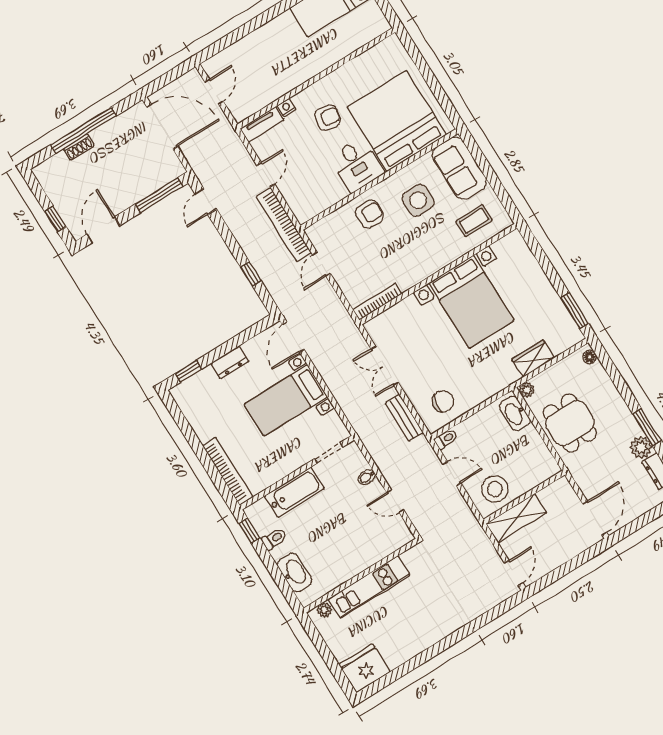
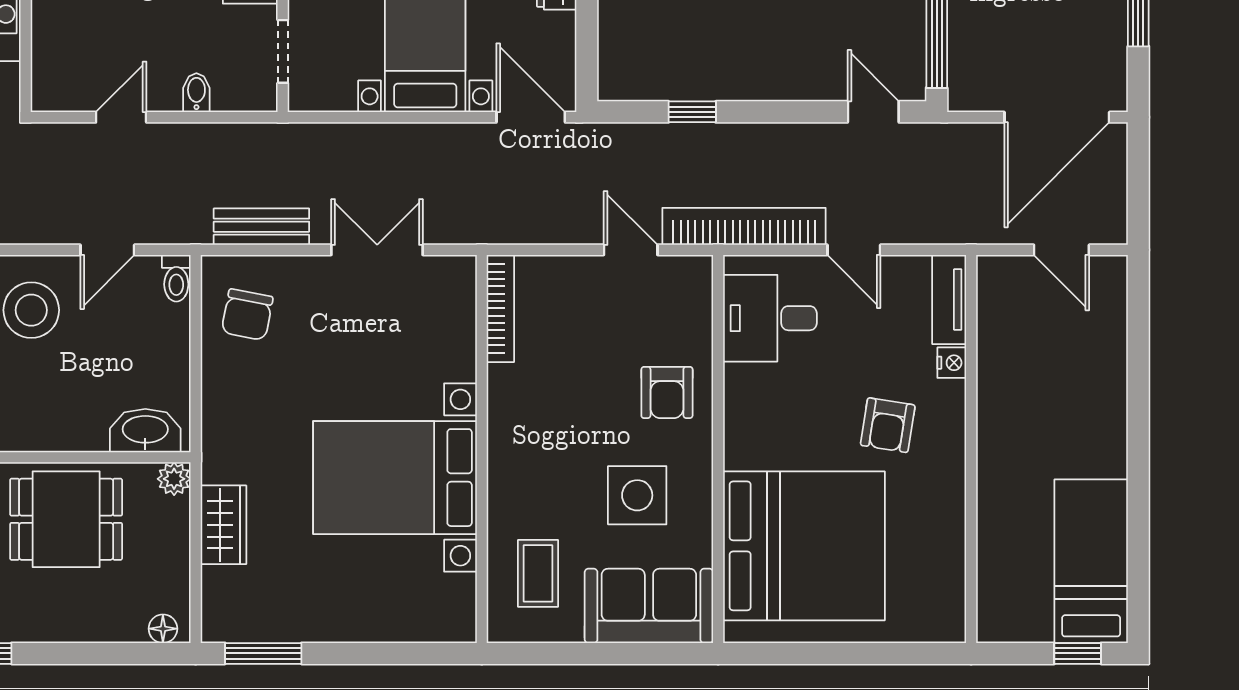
desk: (357, 165) -> (770, 318), moved

